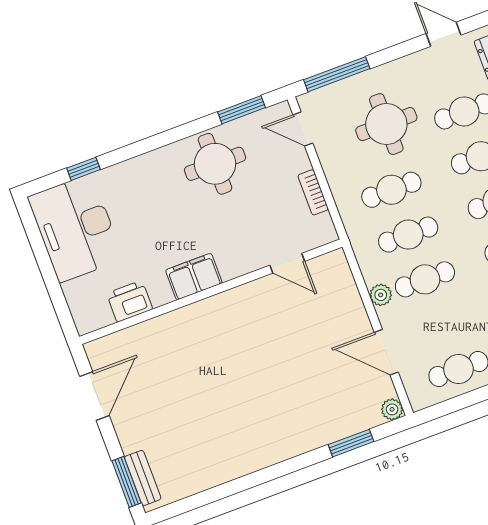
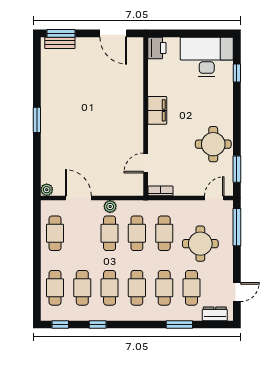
bookcase: (313, 192) -> (161, 191), moved
printer: (130, 301) -> (157, 48), moved
door: (386, 352) -> (78, 198), hinge flipped
window: (351, 443) -> (37, 120), moved

